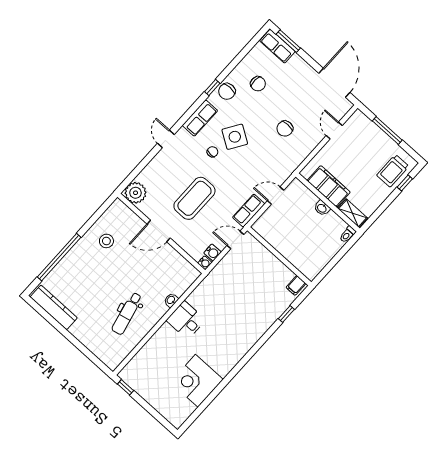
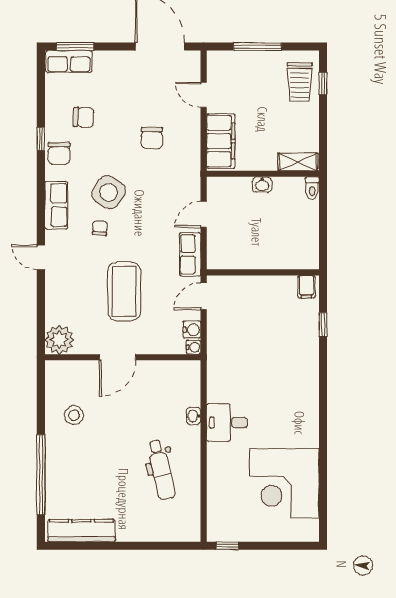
window: (212, 87) -> (41, 139), moved
filing cabinet: (329, 186) -> (221, 141), moved, turned 90
corner desk: (197, 381) -> (284, 483), width x1.36, depth x1.36

